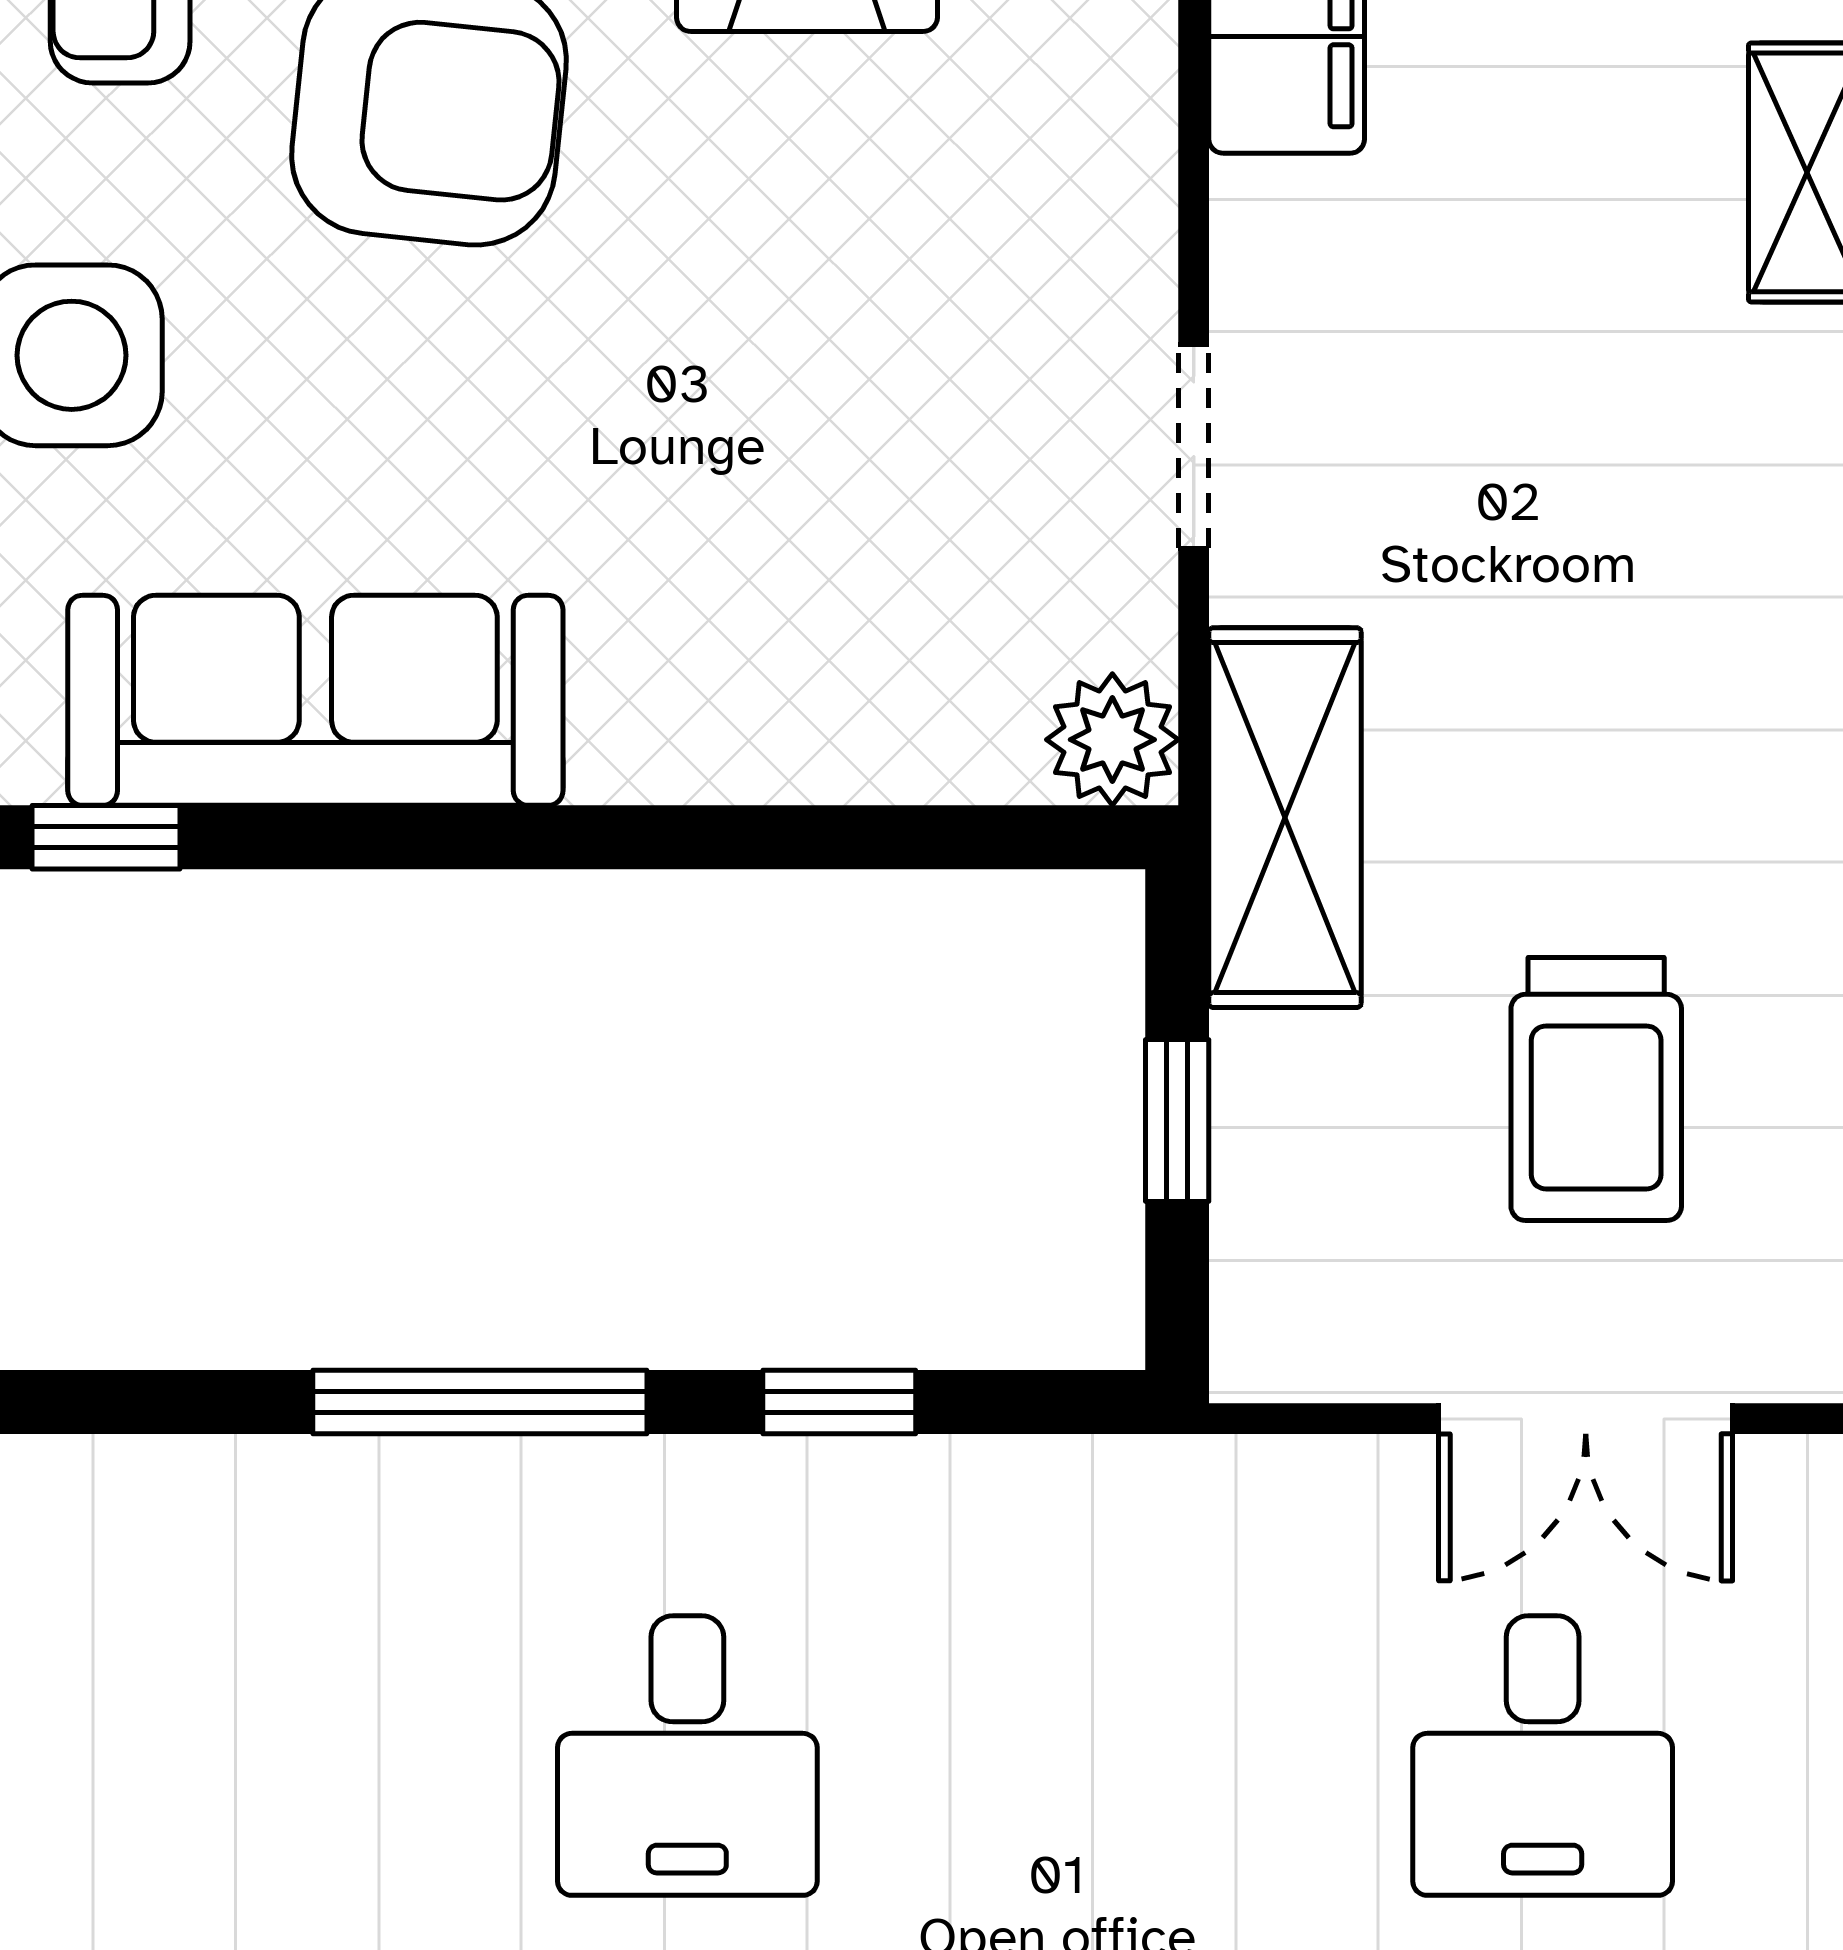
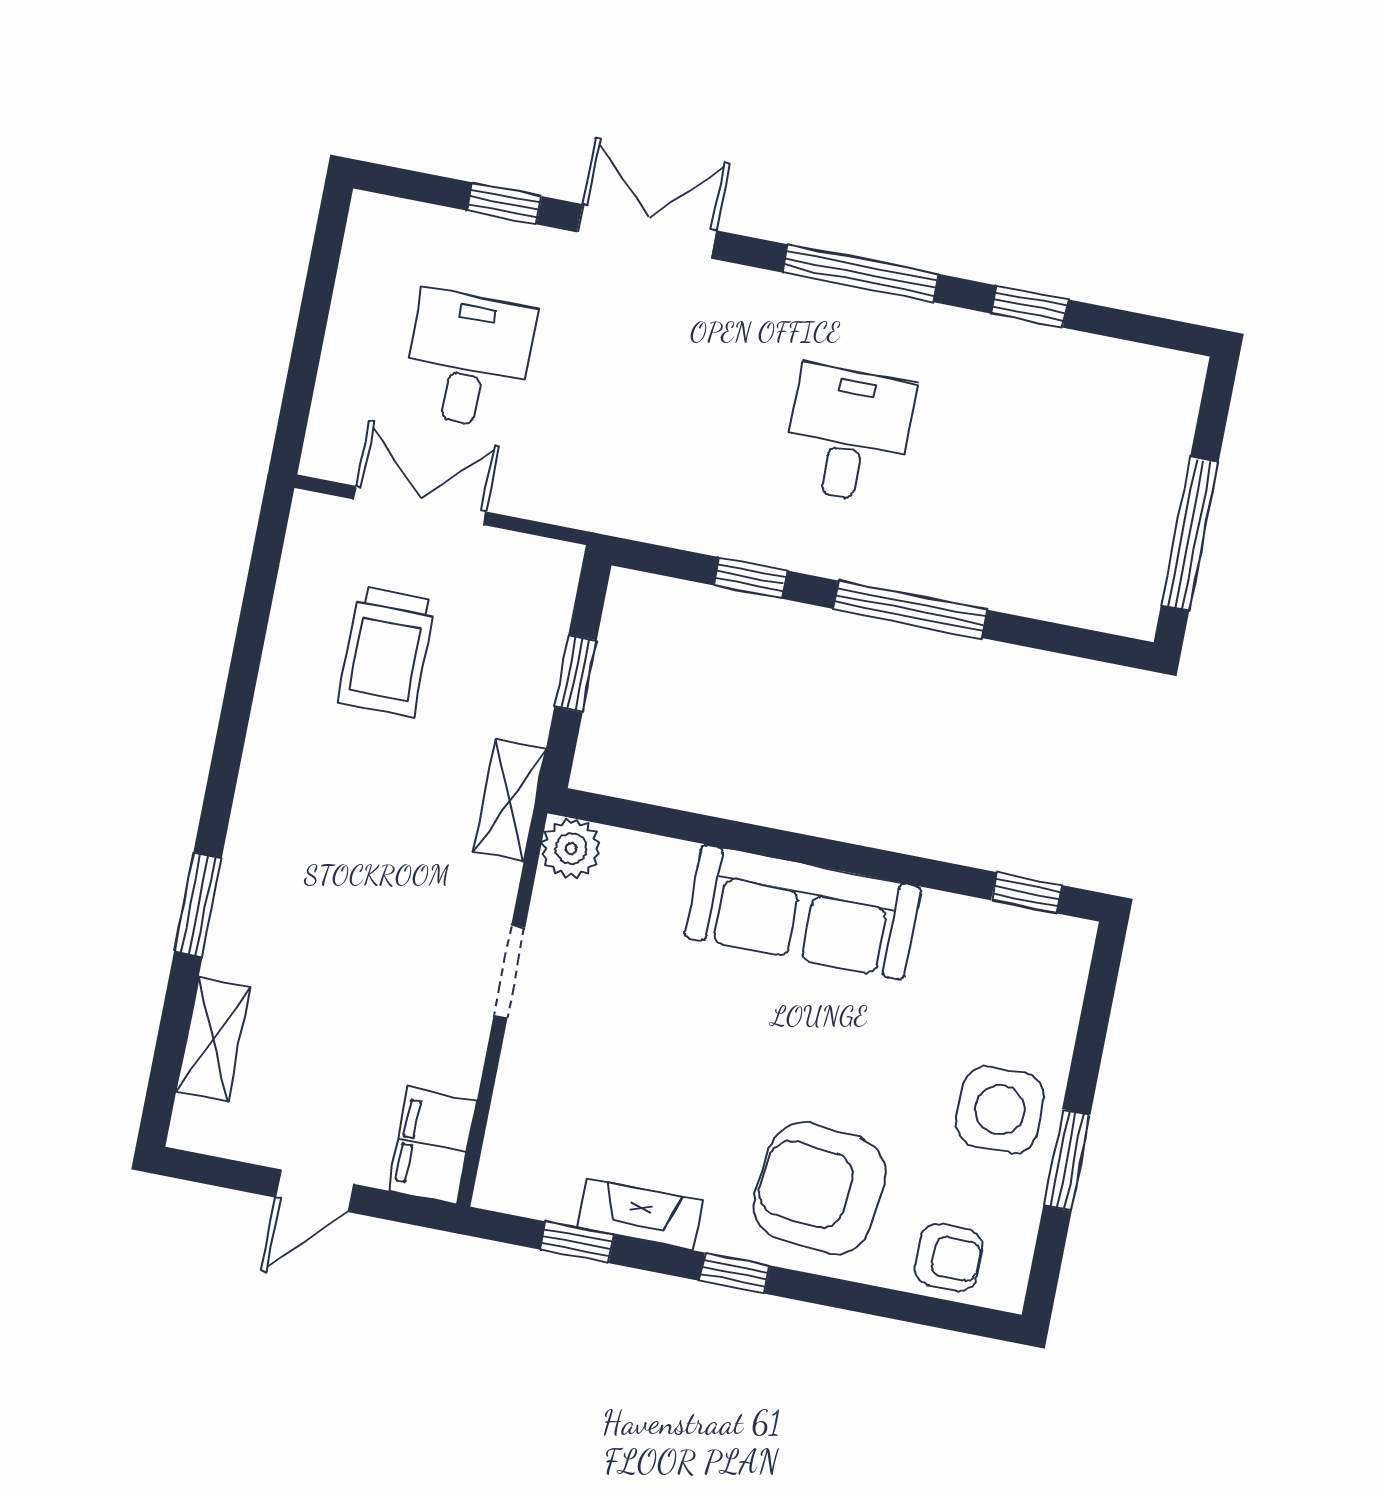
sofa: (315, 700) -> (803, 912), moved
shelving: (1285, 818) -> (510, 800), width x0.67, depth x0.75
trolley: (1596, 1089) -> (387, 651), turned 180

